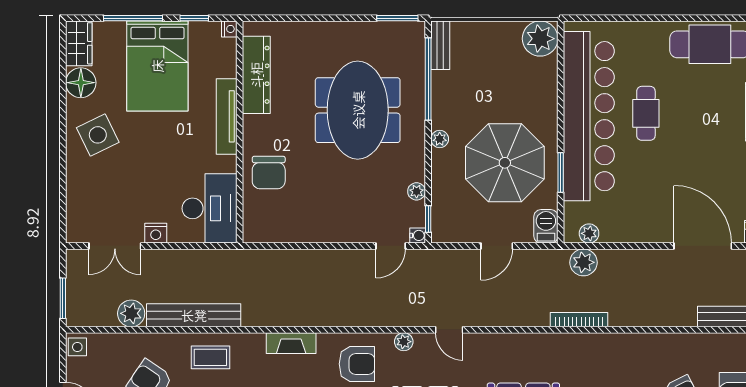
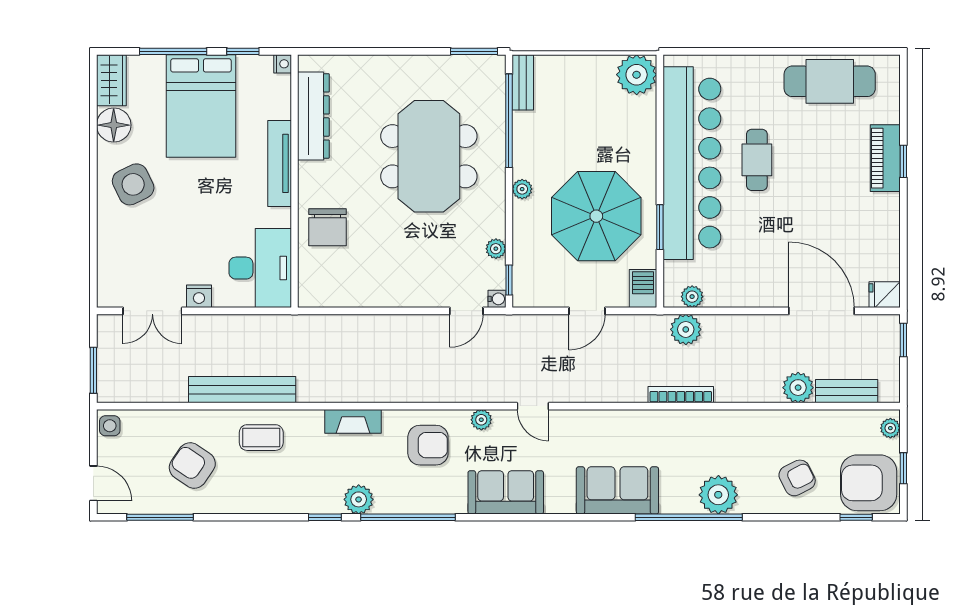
plant: (131, 313) -> (798, 388), moved

